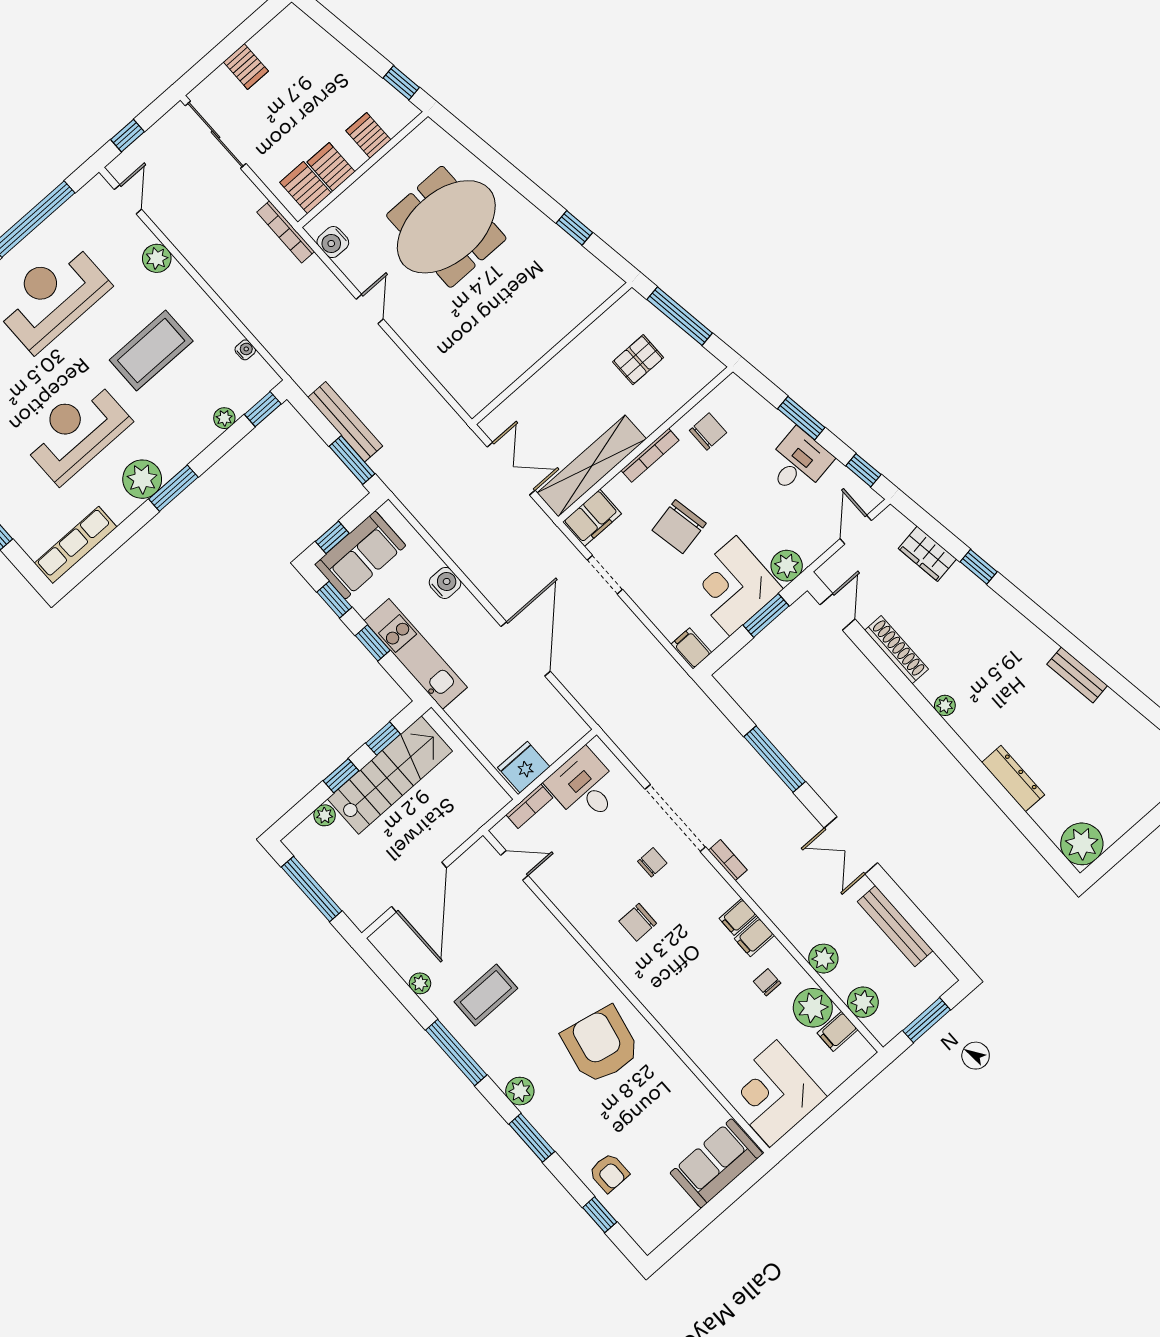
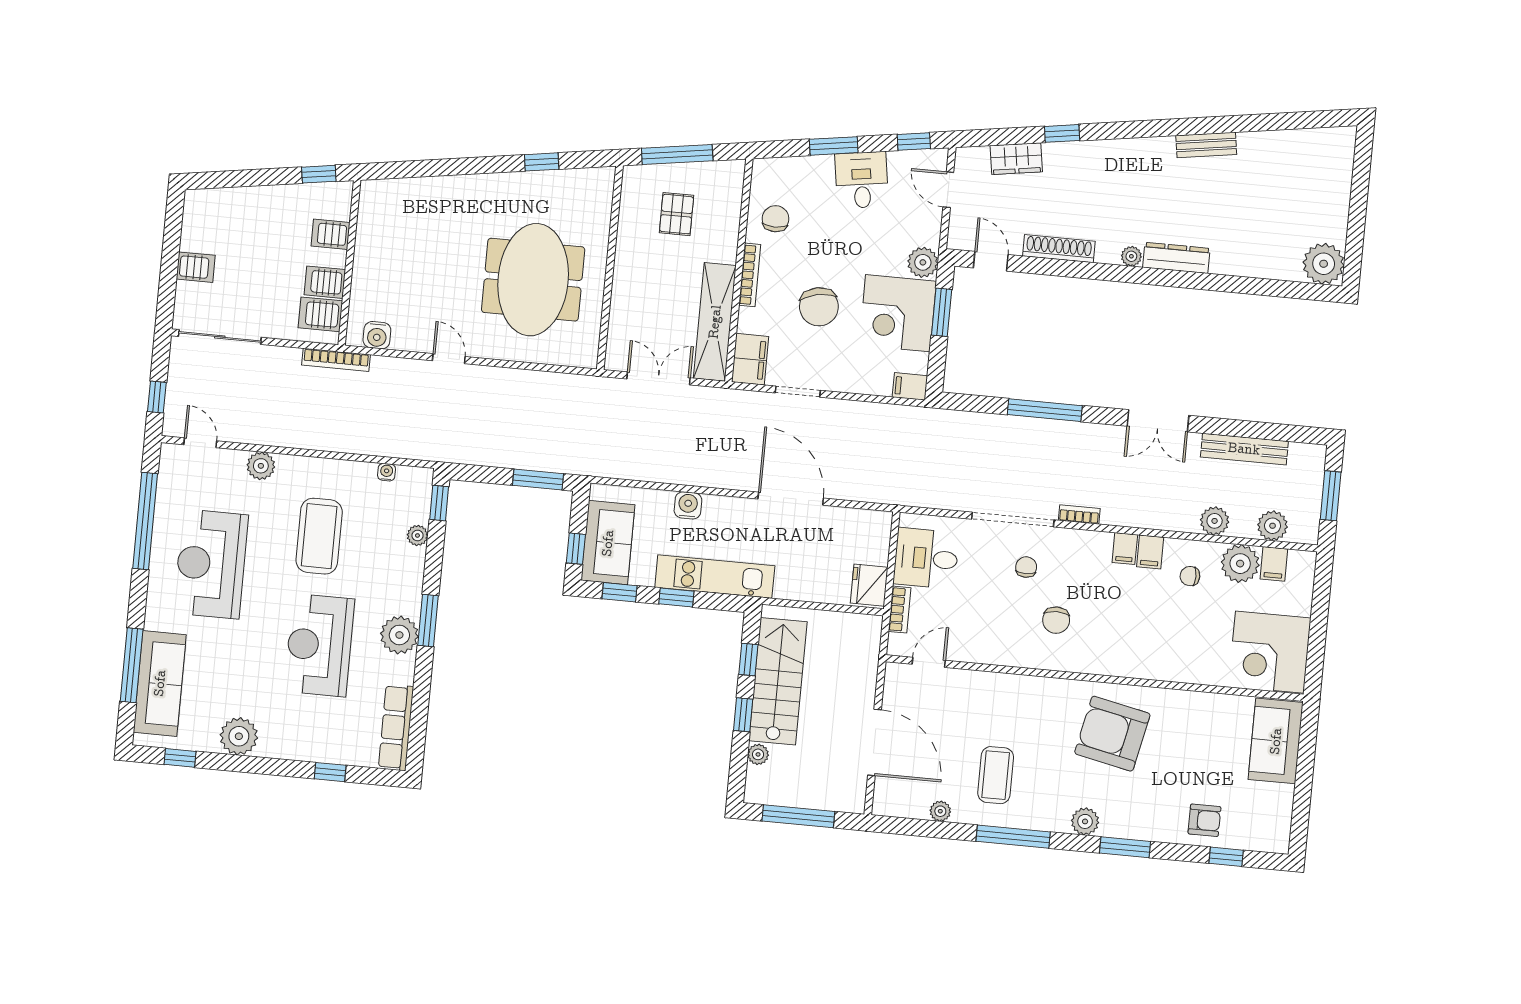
meeting table: (446, 227) -> (533, 280), moved
bench: (345, 422) -> (507, 457), removed
dresser: (1013, 779) -> (1176, 258), moved

